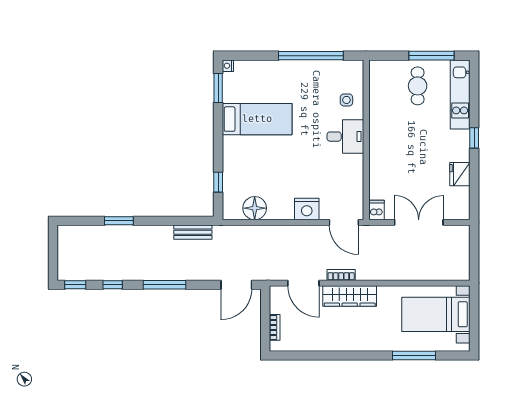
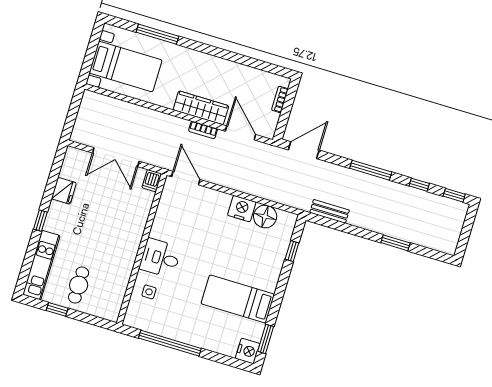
window: (431, 56) -> (57, 309), width x0.46
nightstand: (228, 66) -> (248, 351), width x1.89, depth x1.79
nightstand: (307, 209) -> (242, 209), moved

